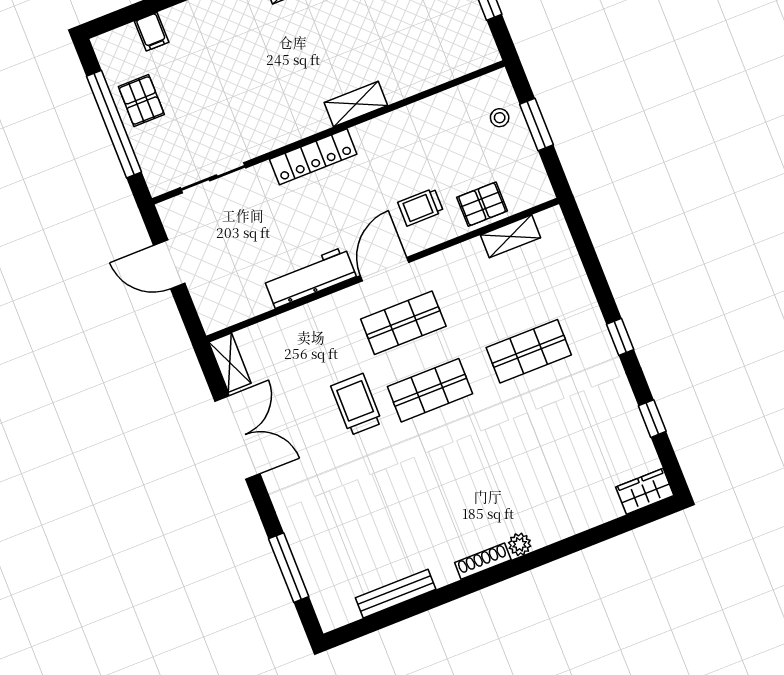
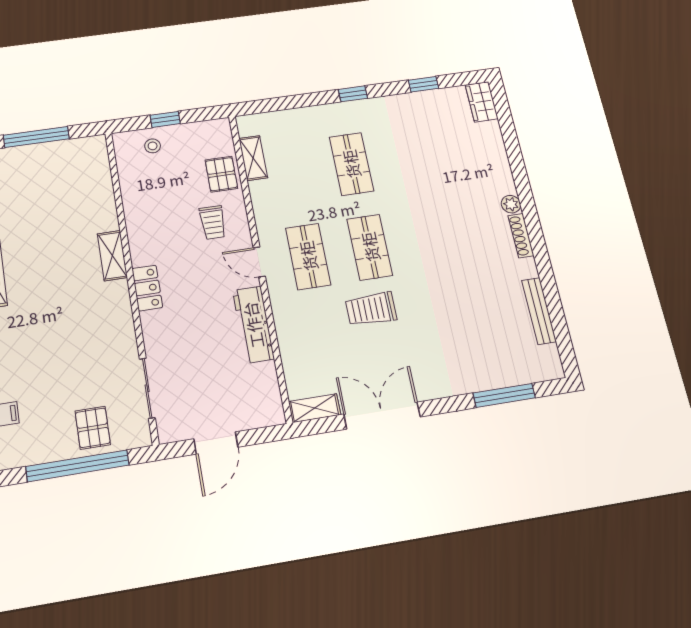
pallet: (141, 100) -> (93, 428), moved, turned 90
window: (536, 124) -> (165, 119), width x0.67
locker: (313, 157) -> (147, 288), width x0.66
door: (385, 269) -> (259, 262), width x0.73

